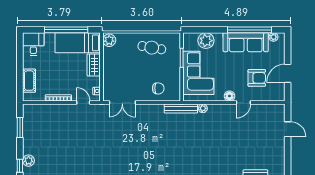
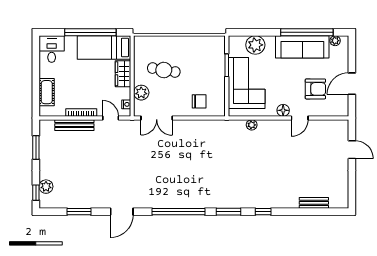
plant: (109, 40) -> (141, 93), moved
cafe table: (152, 48) -> (164, 70), moved
bench: (181, 108) -> (74, 125), moved

